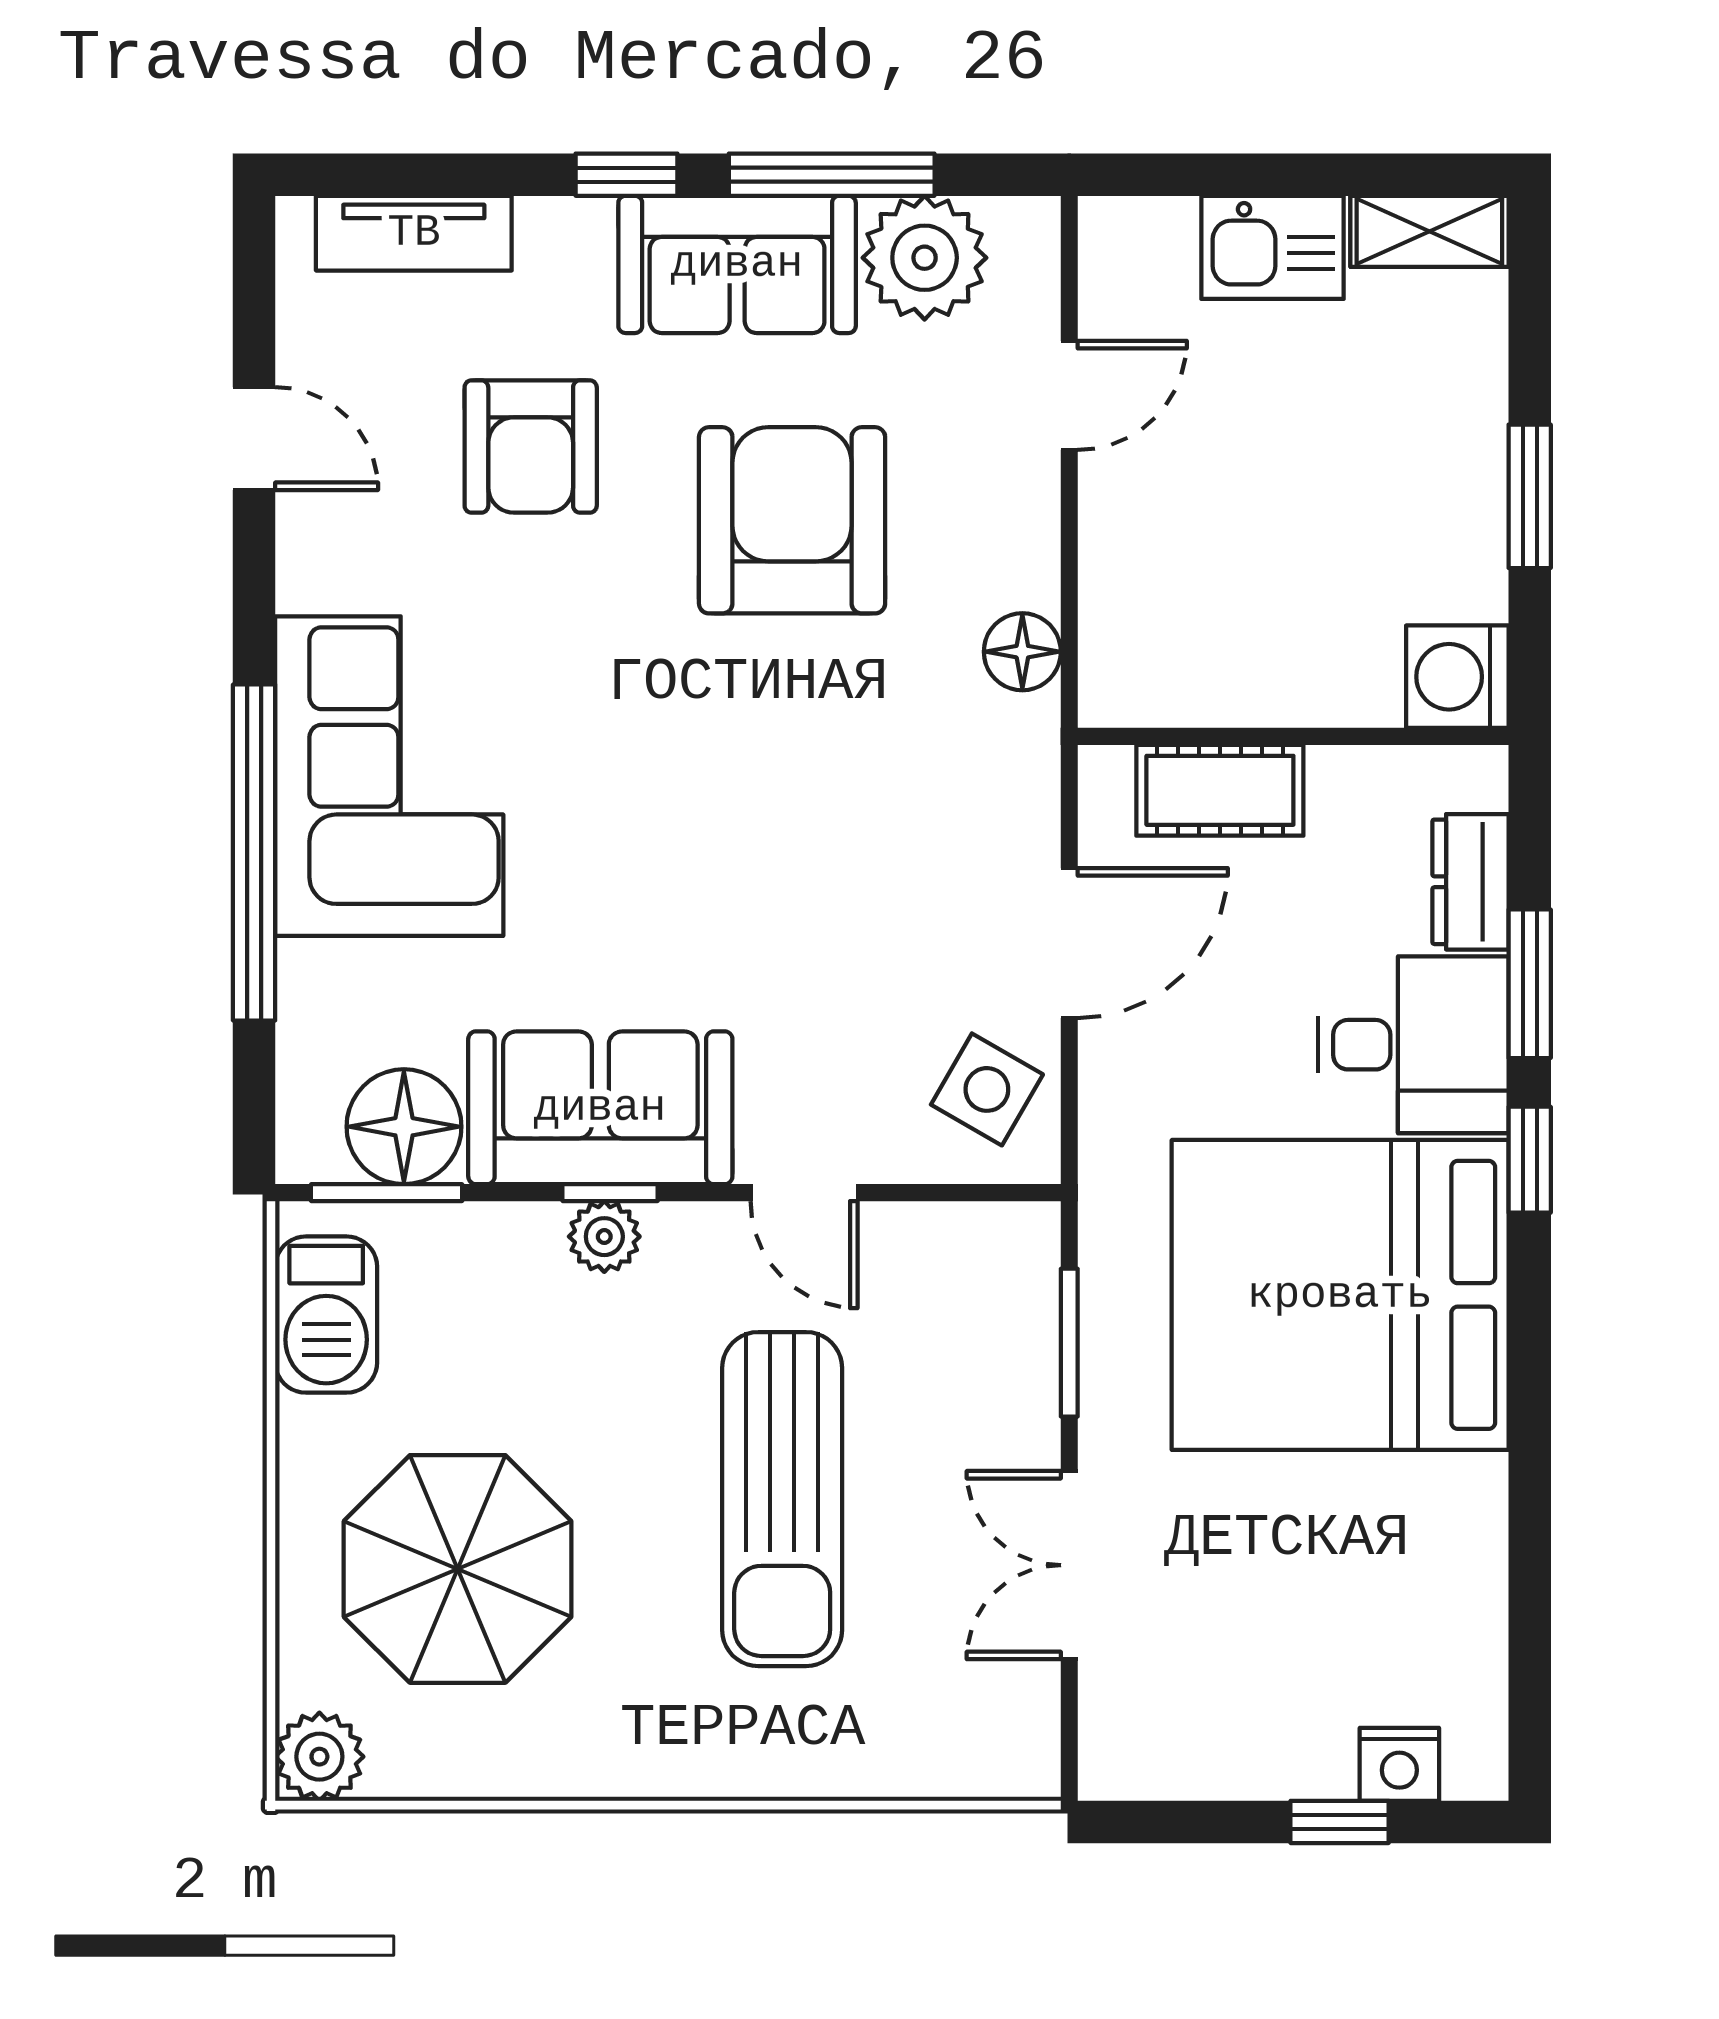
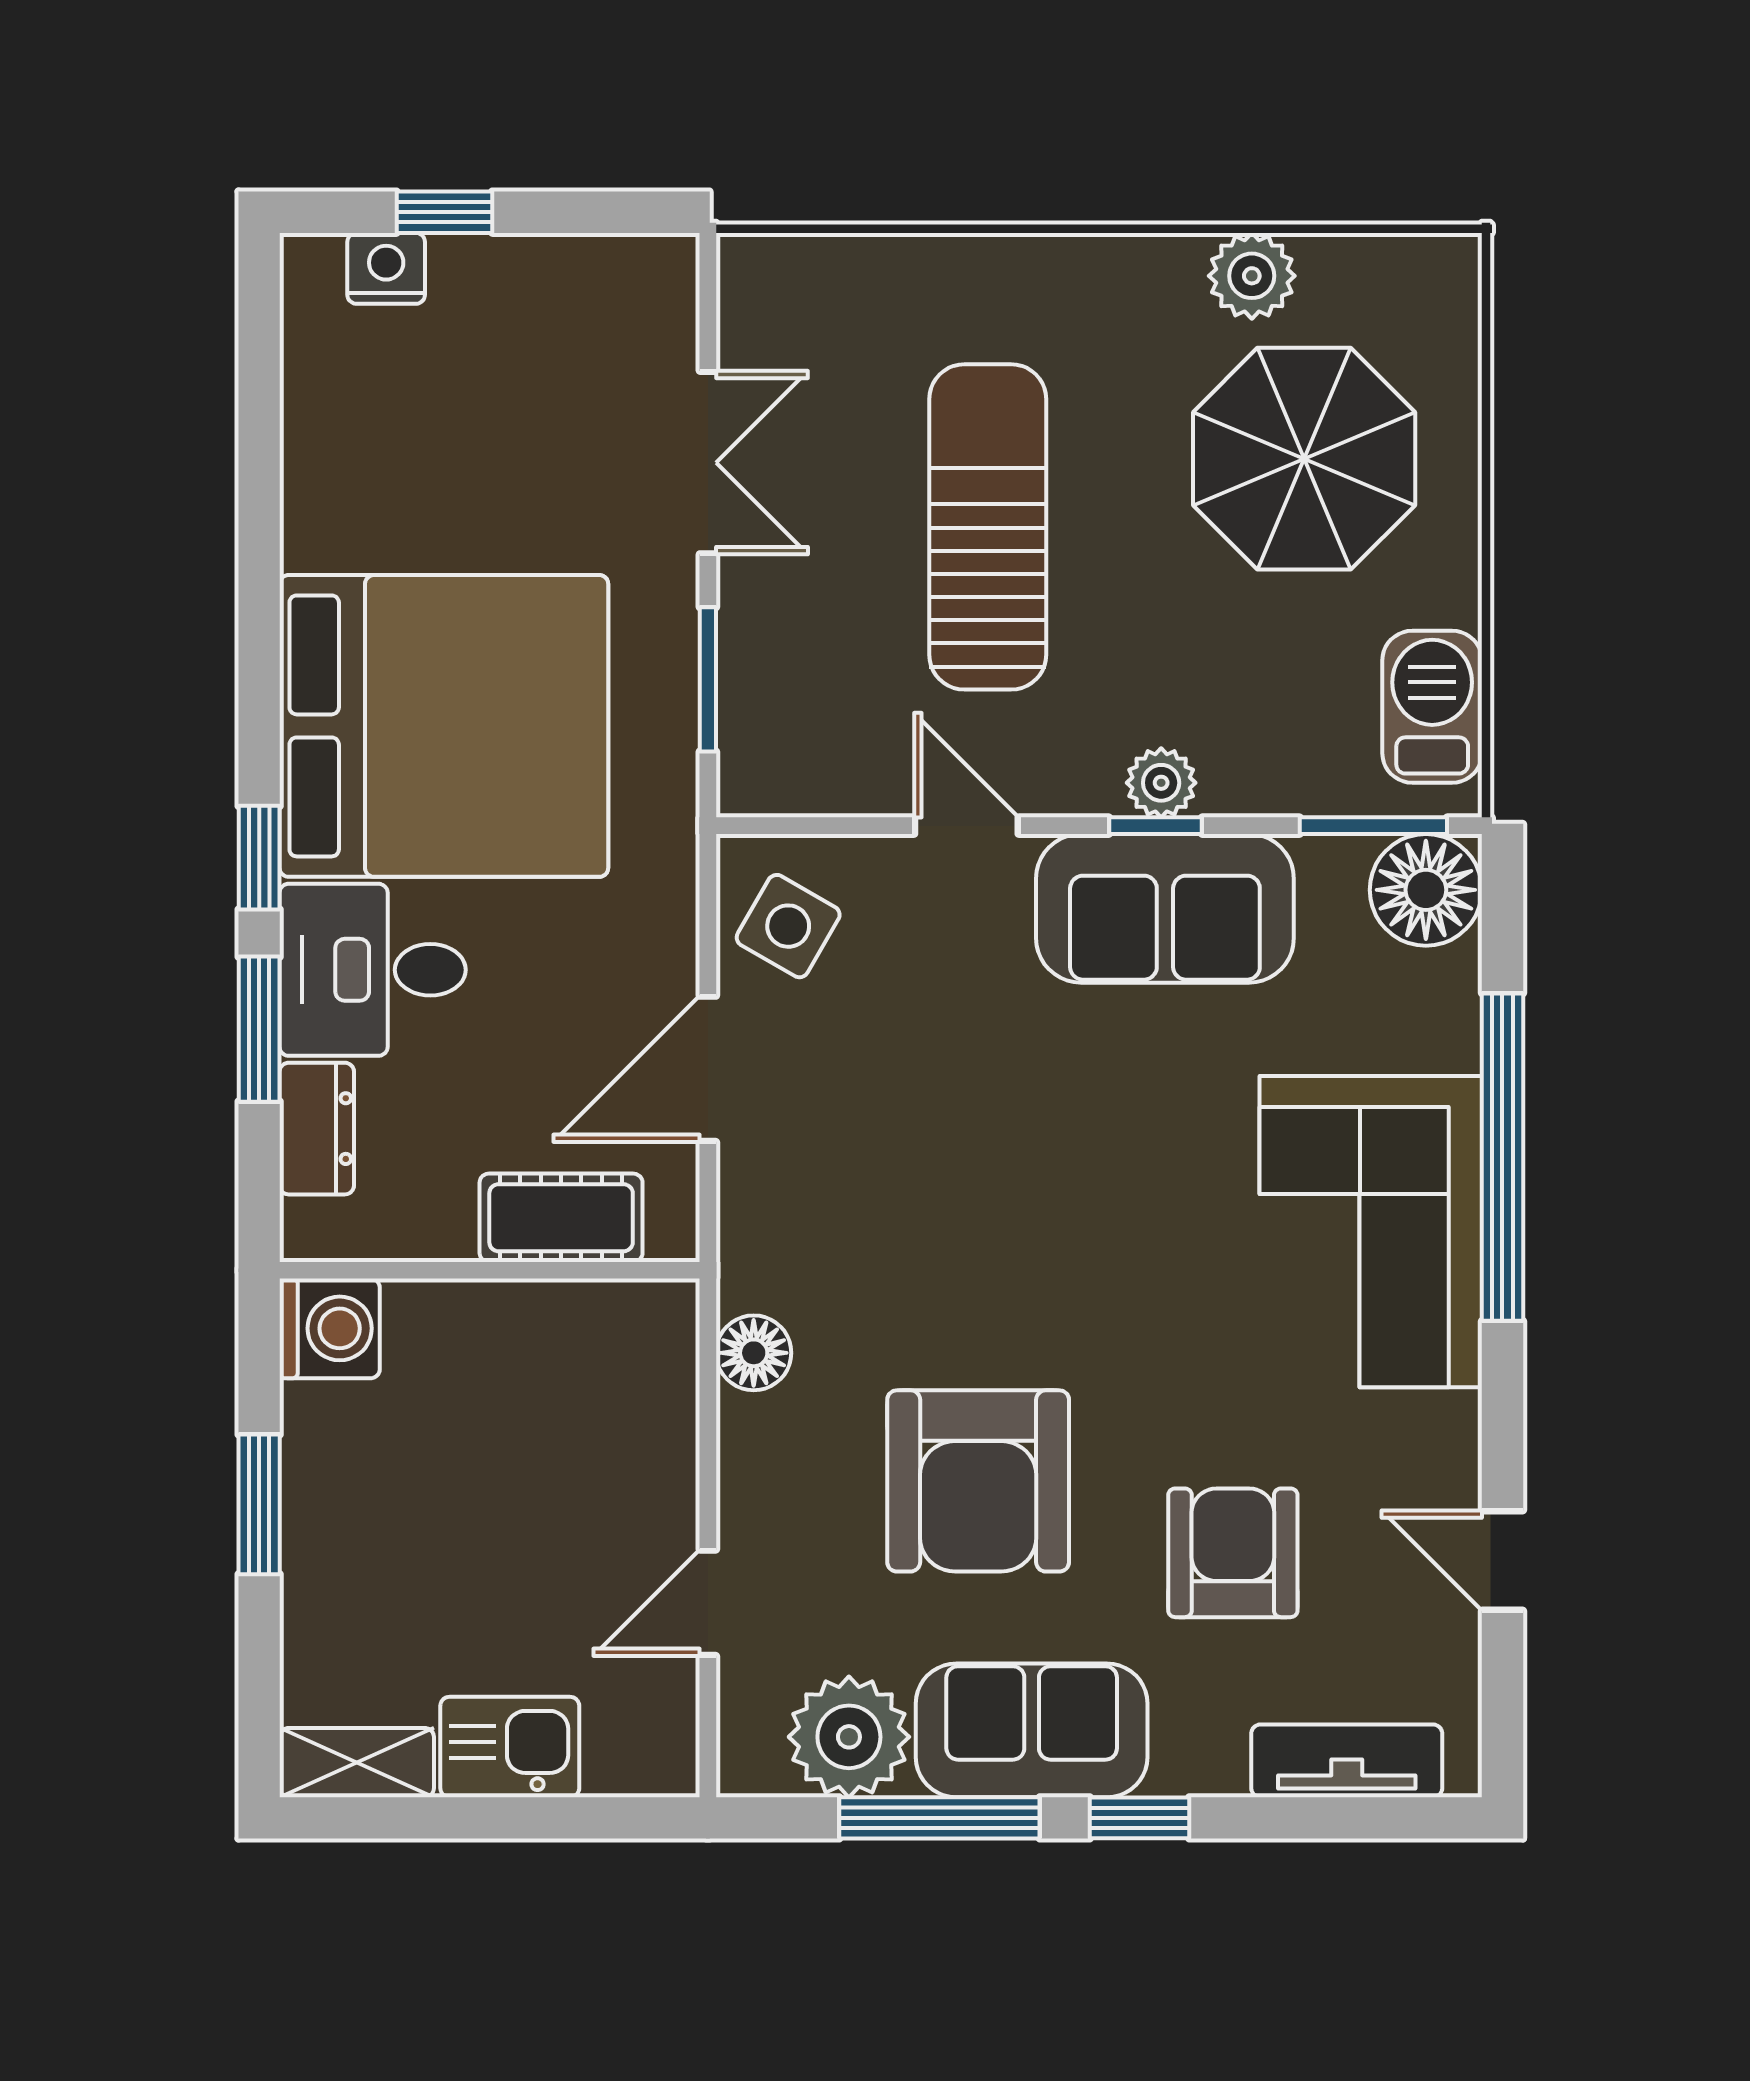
floor lamp: (404, 1127) -> (1426, 890), moved
plant: (319, 1757) -> (1252, 276), moved

